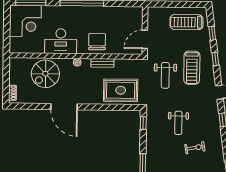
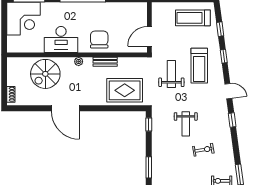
weight bench: (165, 75) -> (171, 74), turned 180

